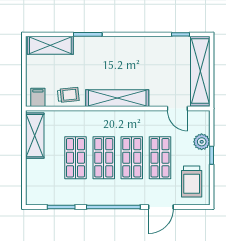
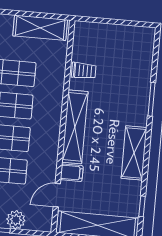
shelving: (50, 45) -> (134, 153), moved
trolley: (68, 95) -> (84, 71), turned -84
filing cabinet: (38, 97) -> (72, 173), moved

